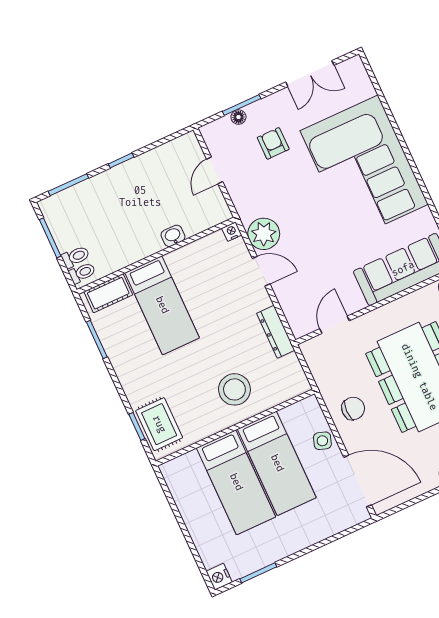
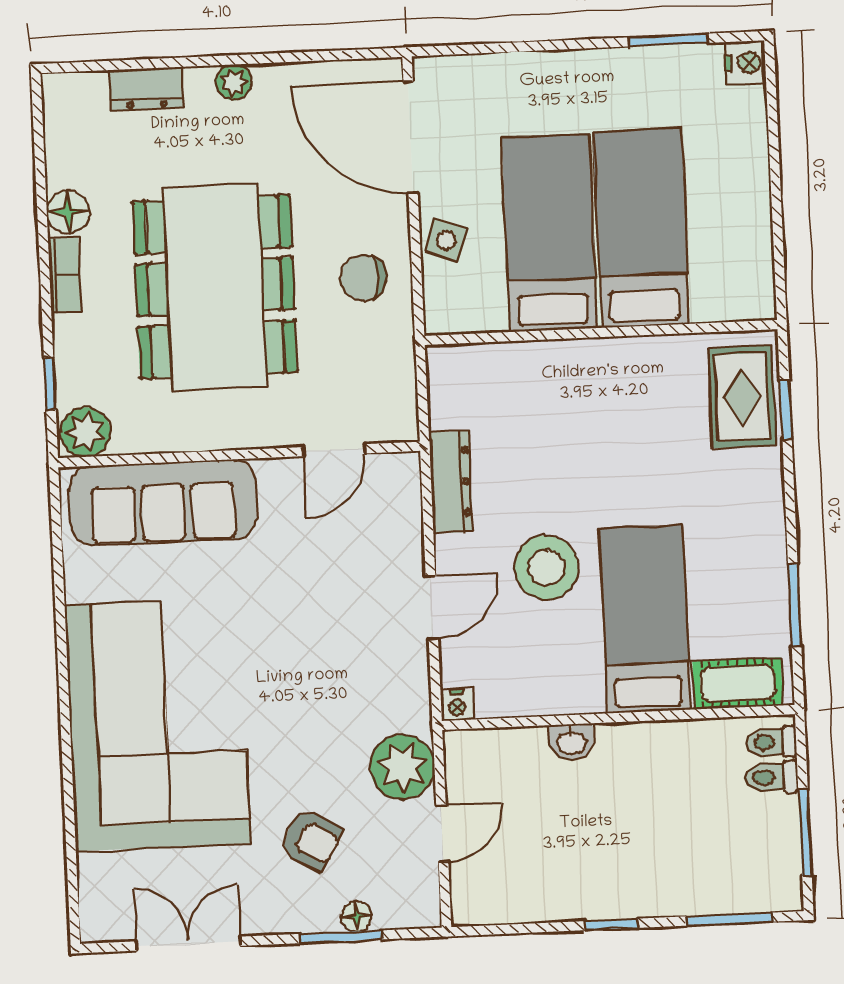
armchair: (273, 143) -> (311, 840), turned -60
plant: (264, 234) -> (402, 767), moved
door: (261, 271) -> (432, 608), swing flipped
stool: (234, 389) -> (546, 567), moved

